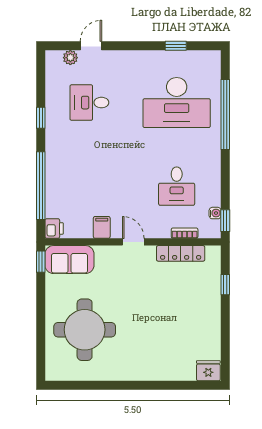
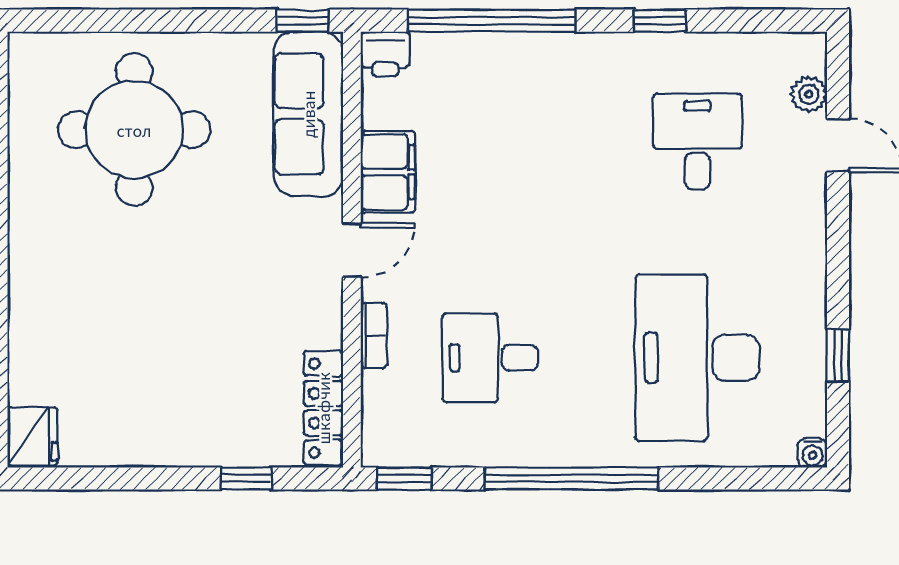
window: (225, 114) -> (572, 478), moved
water cooler: (215, 213) -> (812, 453), moved
filing cabinet: (102, 227) -> (388, 172), width x2.00
bookcase: (185, 233) -> (374, 335), moved
locker: (181, 253) -> (323, 408), moved
sofa: (69, 260) -> (308, 114), width x1.36

